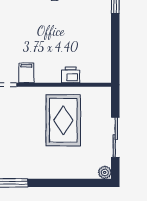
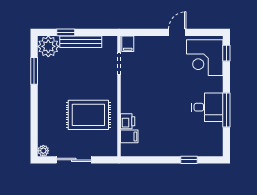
filing cabinet: (26, 73) -> (129, 136), moved

